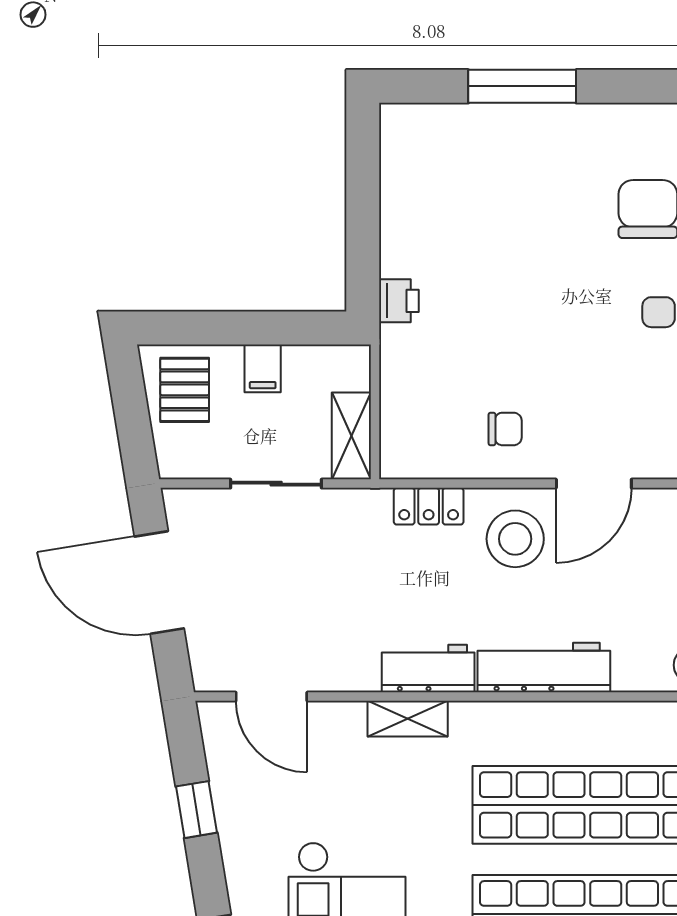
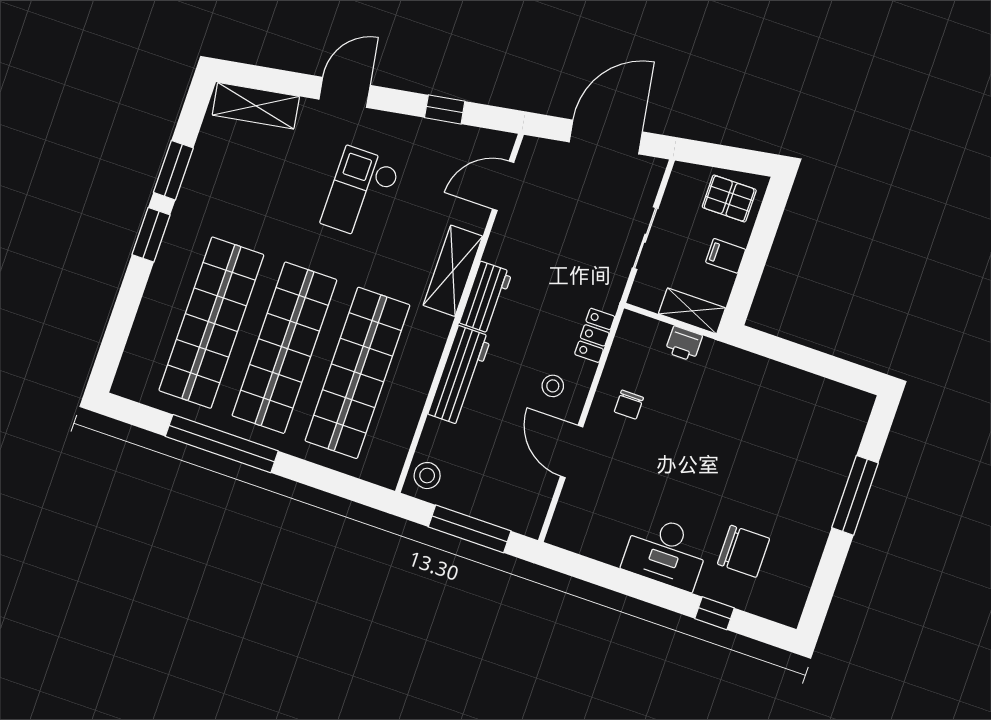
printer: (399, 301) -> (684, 344), moved
shelving: (351, 436) -> (692, 311), moved
stool: (515, 539) -> (553, 386), width x0.53, depth x0.53
shelving: (408, 719) -> (453, 271), width x1.50, depth x1.33

